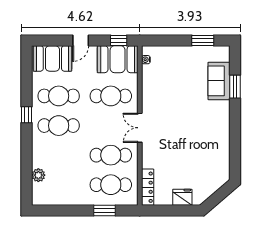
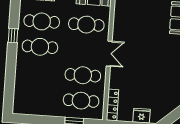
double door: (140, 128) -> (109, 54), swing flipped
plant: (38, 175) -> (20, 88), removed

